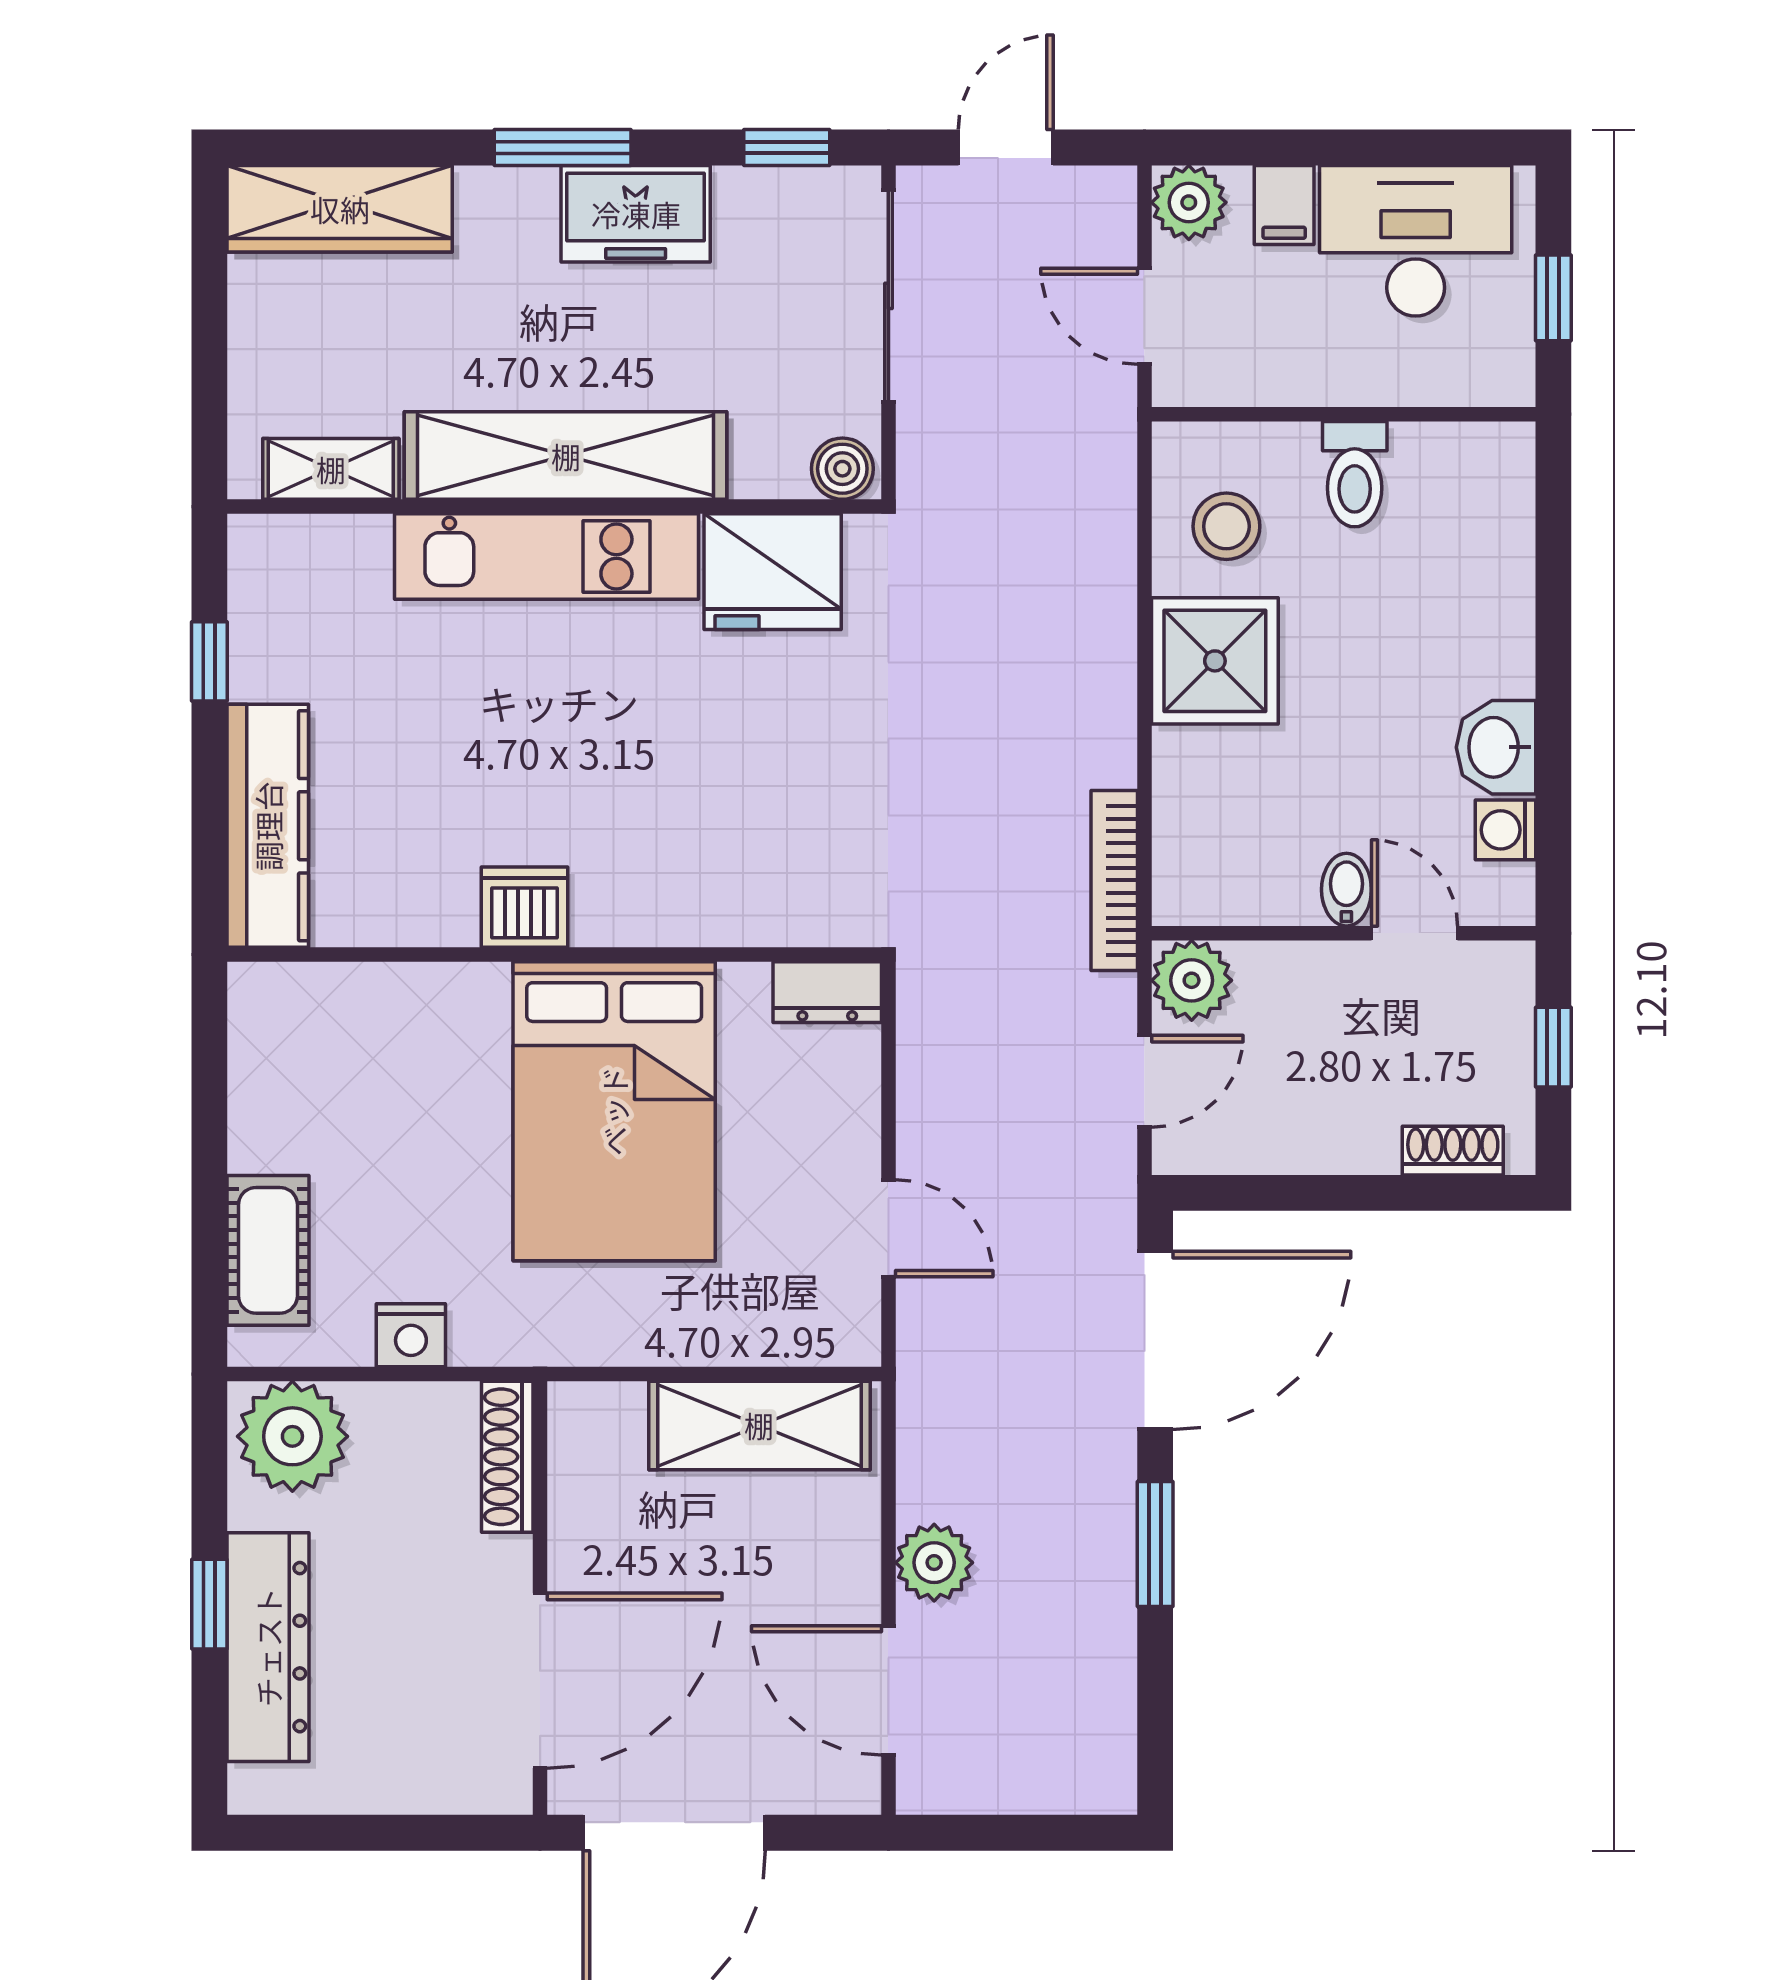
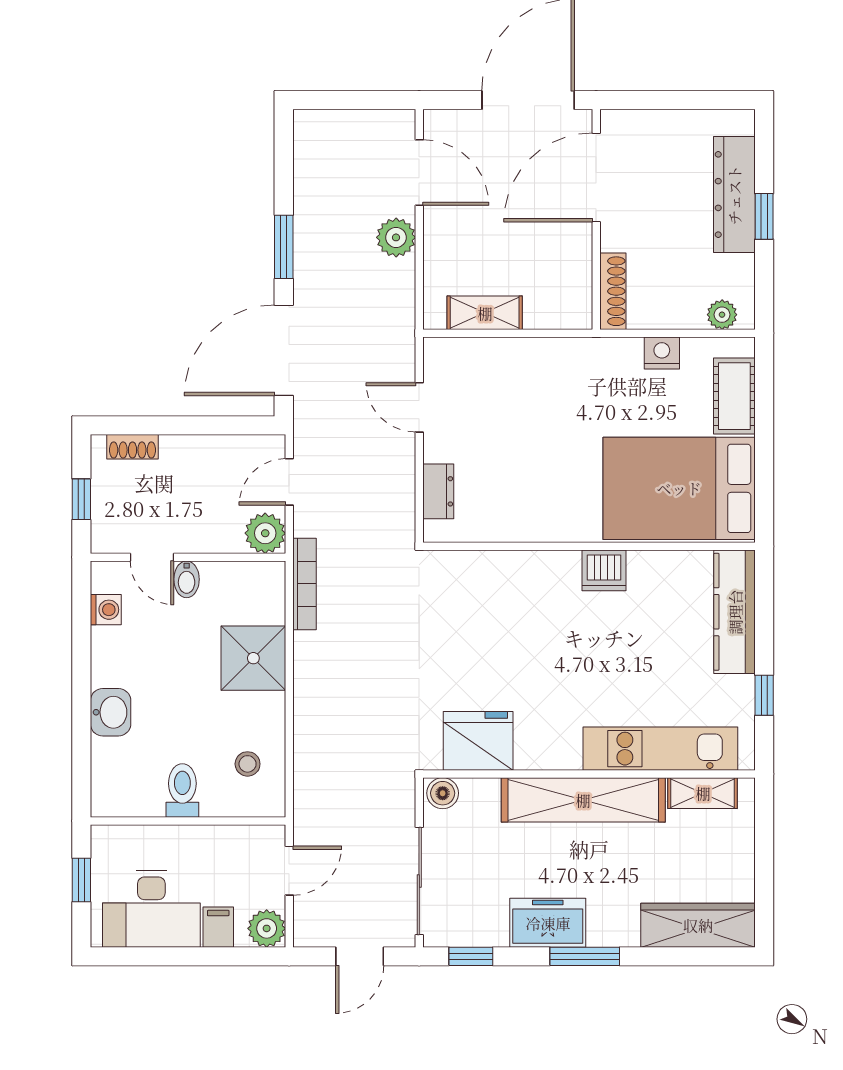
door: (1144, 316) -> (289, 871), hinge flipped
stool: (1226, 526) -> (248, 764), width x0.73, depth x0.73
kitchen unit: (547, 557) -> (660, 749), moved
shower: (1215, 661) -> (253, 658), moved
washbasin: (1496, 747) -> (111, 712), moved
dresser: (827, 992) -> (438, 491), moved, turned 90
bed: (614, 1111) -> (679, 488), moved, turned -90
shelving: (759, 1425) -> (485, 313), width x0.67, depth x0.75
plant: (292, 1436) -> (722, 315), width x0.53, depth x0.53

